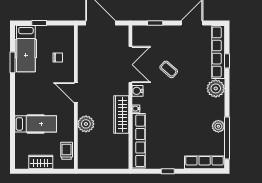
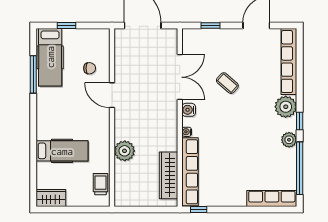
window: (227, 61) -> (300, 121), moved
window: (12, 62) -> (33, 74), width x1.44
door: (76, 93) -> (112, 95), moved
wardrobe: (121, 114) -> (168, 175), moved
plant: (218, 126) -> (289, 140), moved
wardrobe: (41, 162) -> (51, 198), moved
window: (168, 171) -> (199, 209), moved

